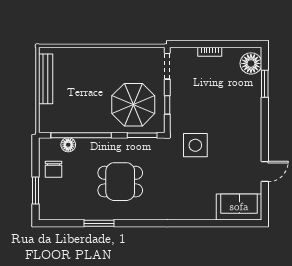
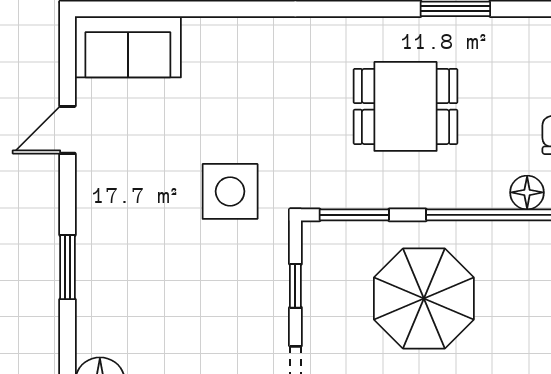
window: (265, 84) -> (68, 267), moved
parasol: (133, 105) -> (424, 299), moved

